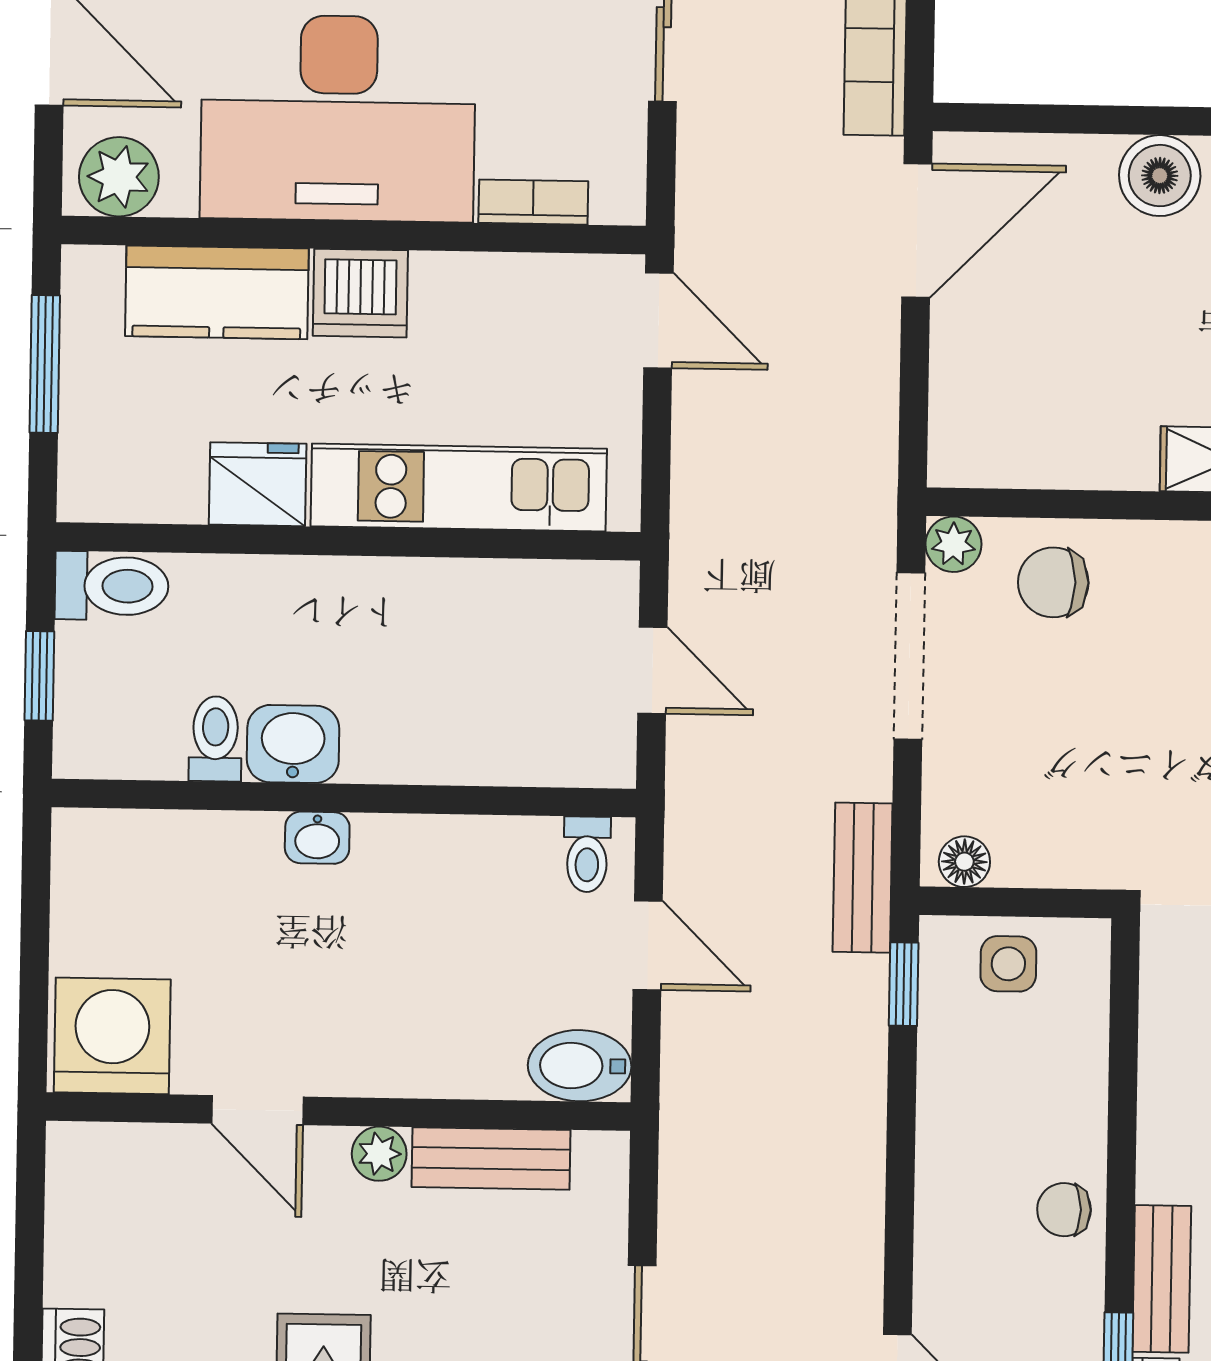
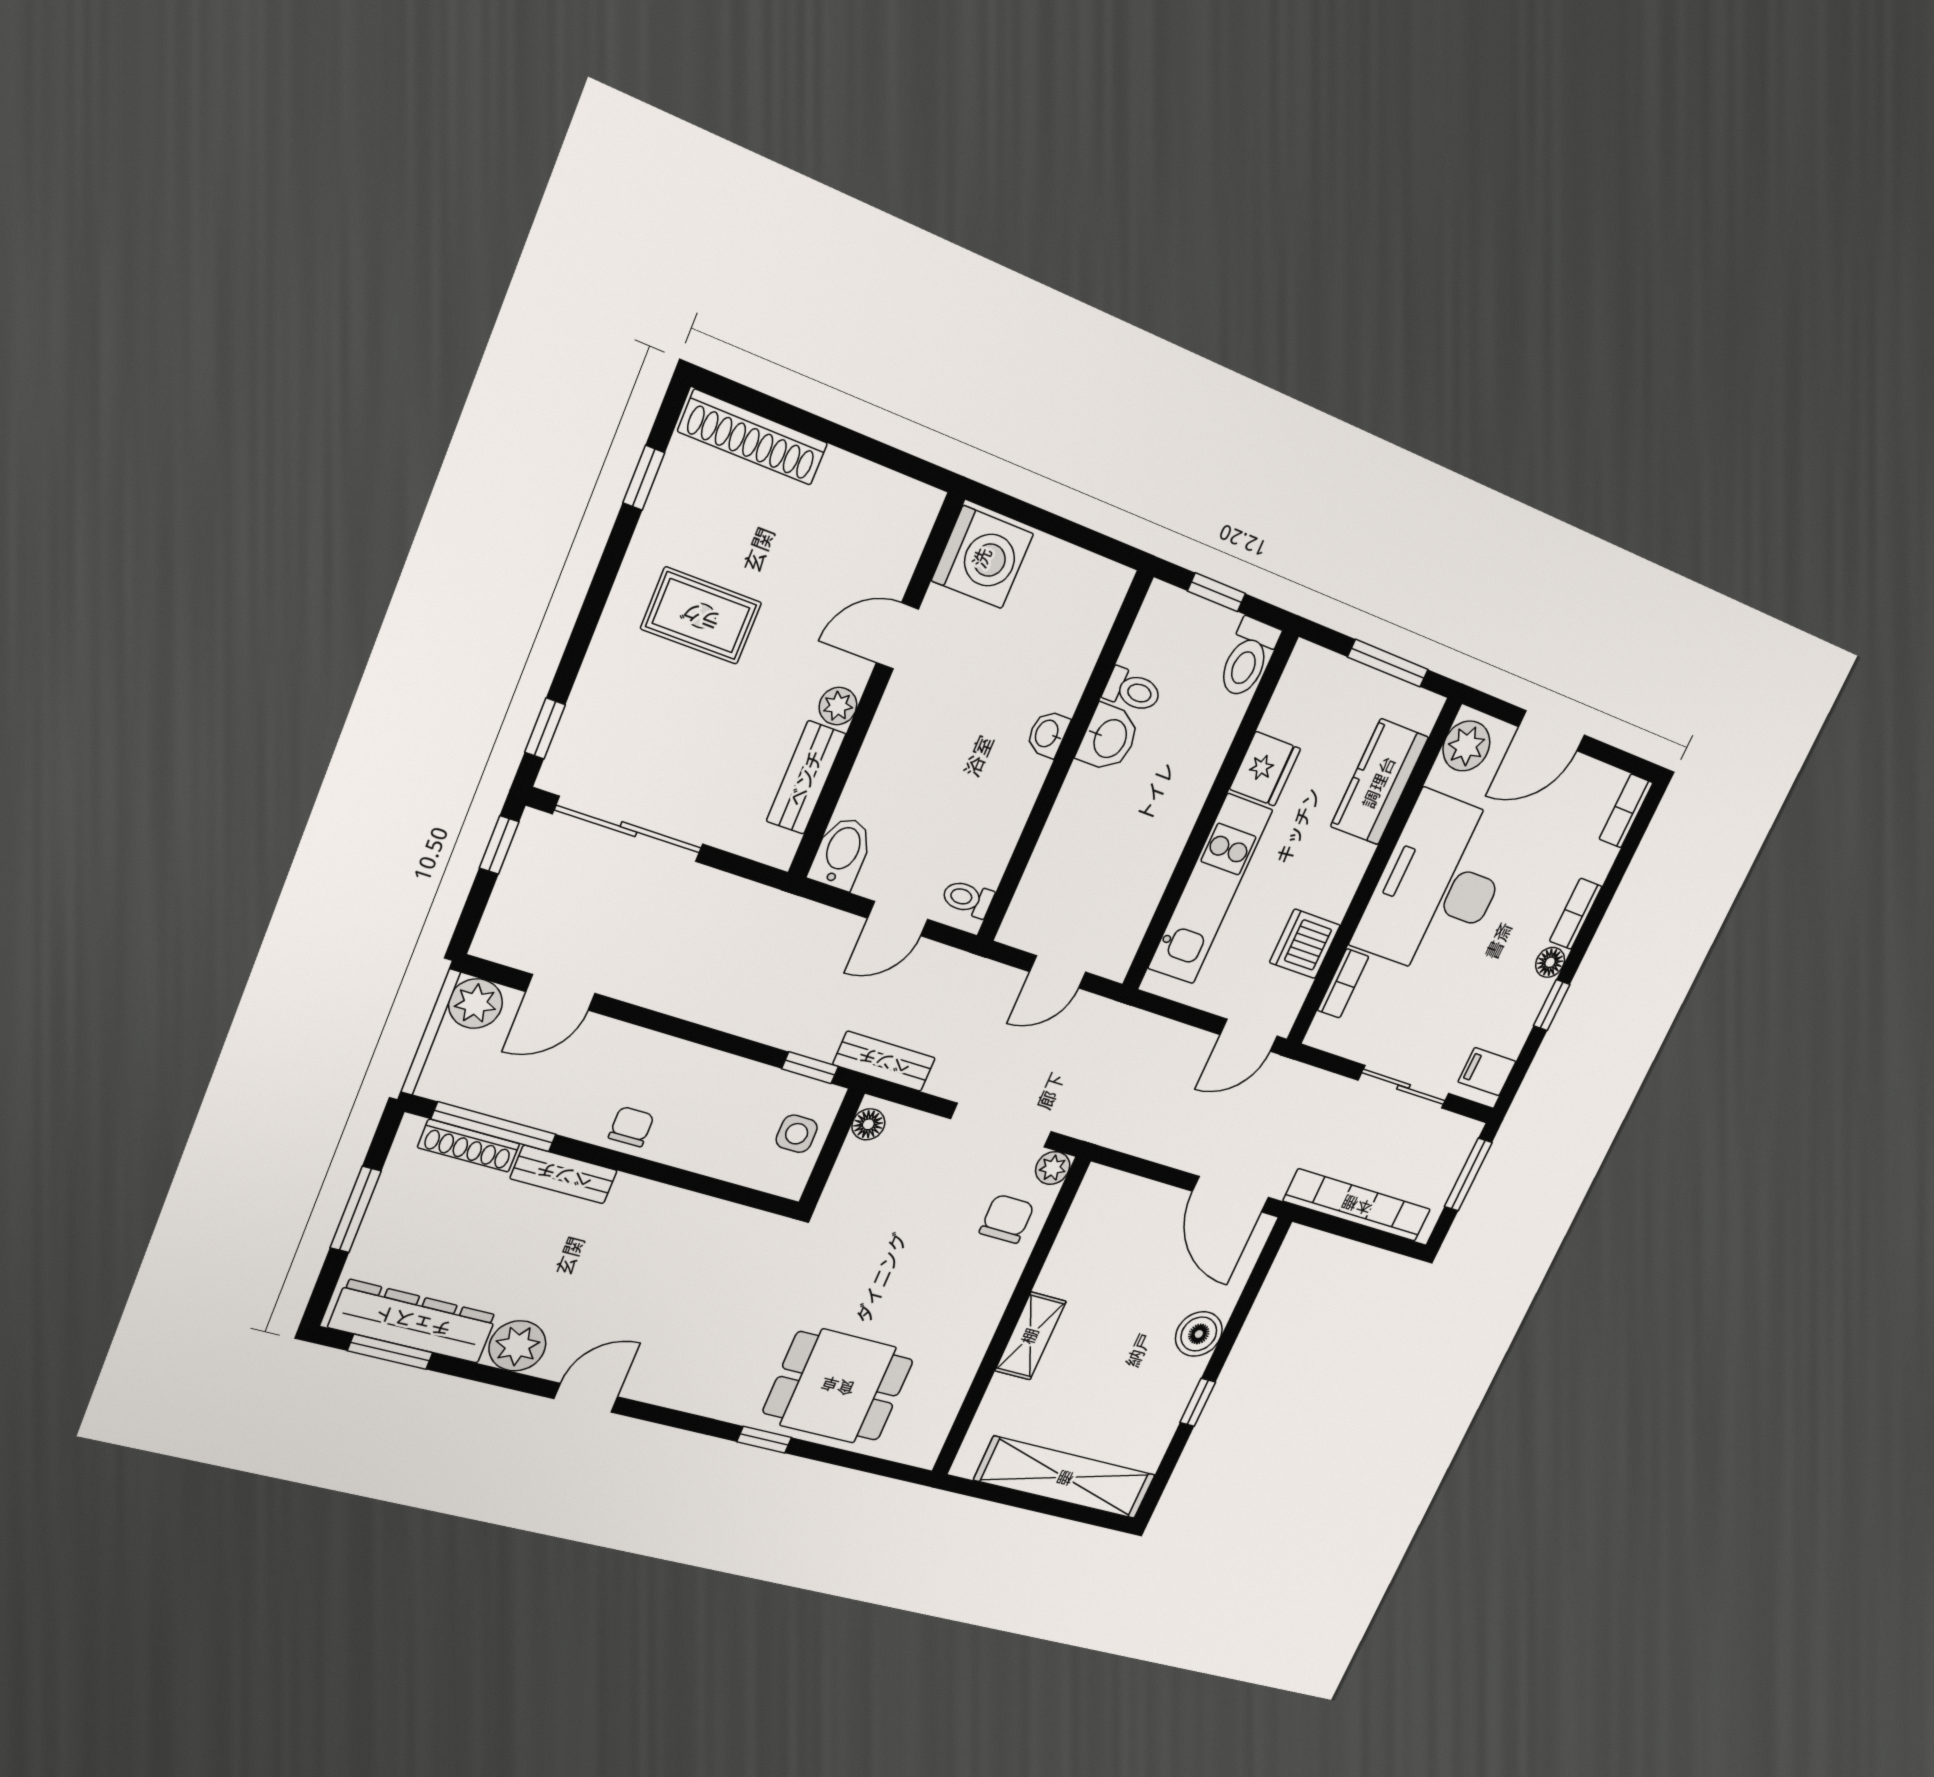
dishwasher: (360, 293) -> (1305, 944), moved

